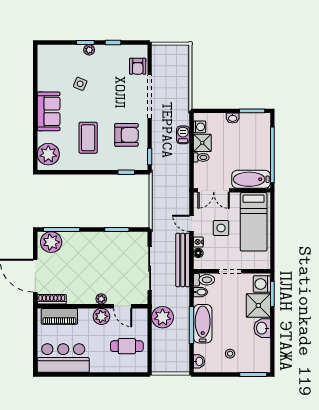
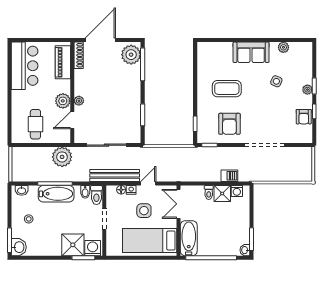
armchair: (138, 66) -> (304, 117), moved, turned -90
washbasin: (233, 118) -> (245, 250), moved
plant: (48, 154) -> (283, 47), moved, width x0.53, depth x0.53
washbasin: (262, 328) -> (19, 247), moved, turned 90

